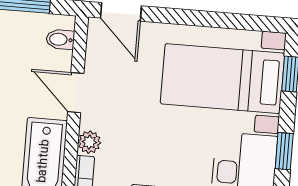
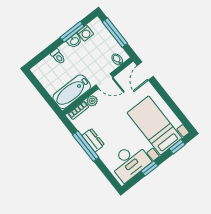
door: (76, 93) -> (104, 81), swing flipped

